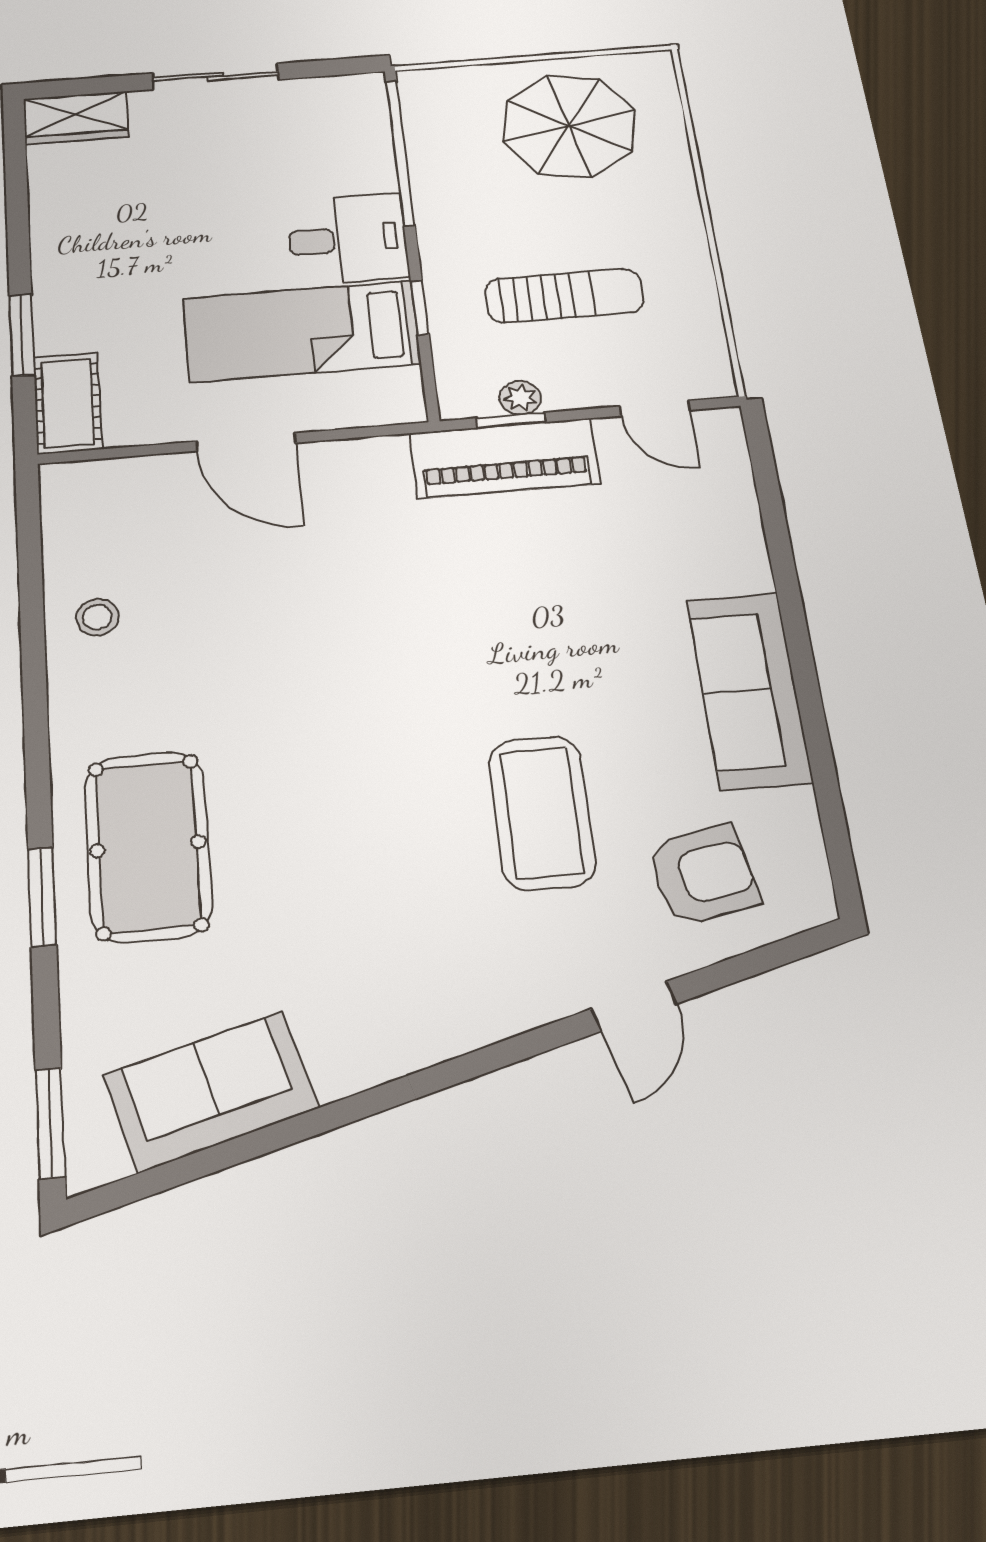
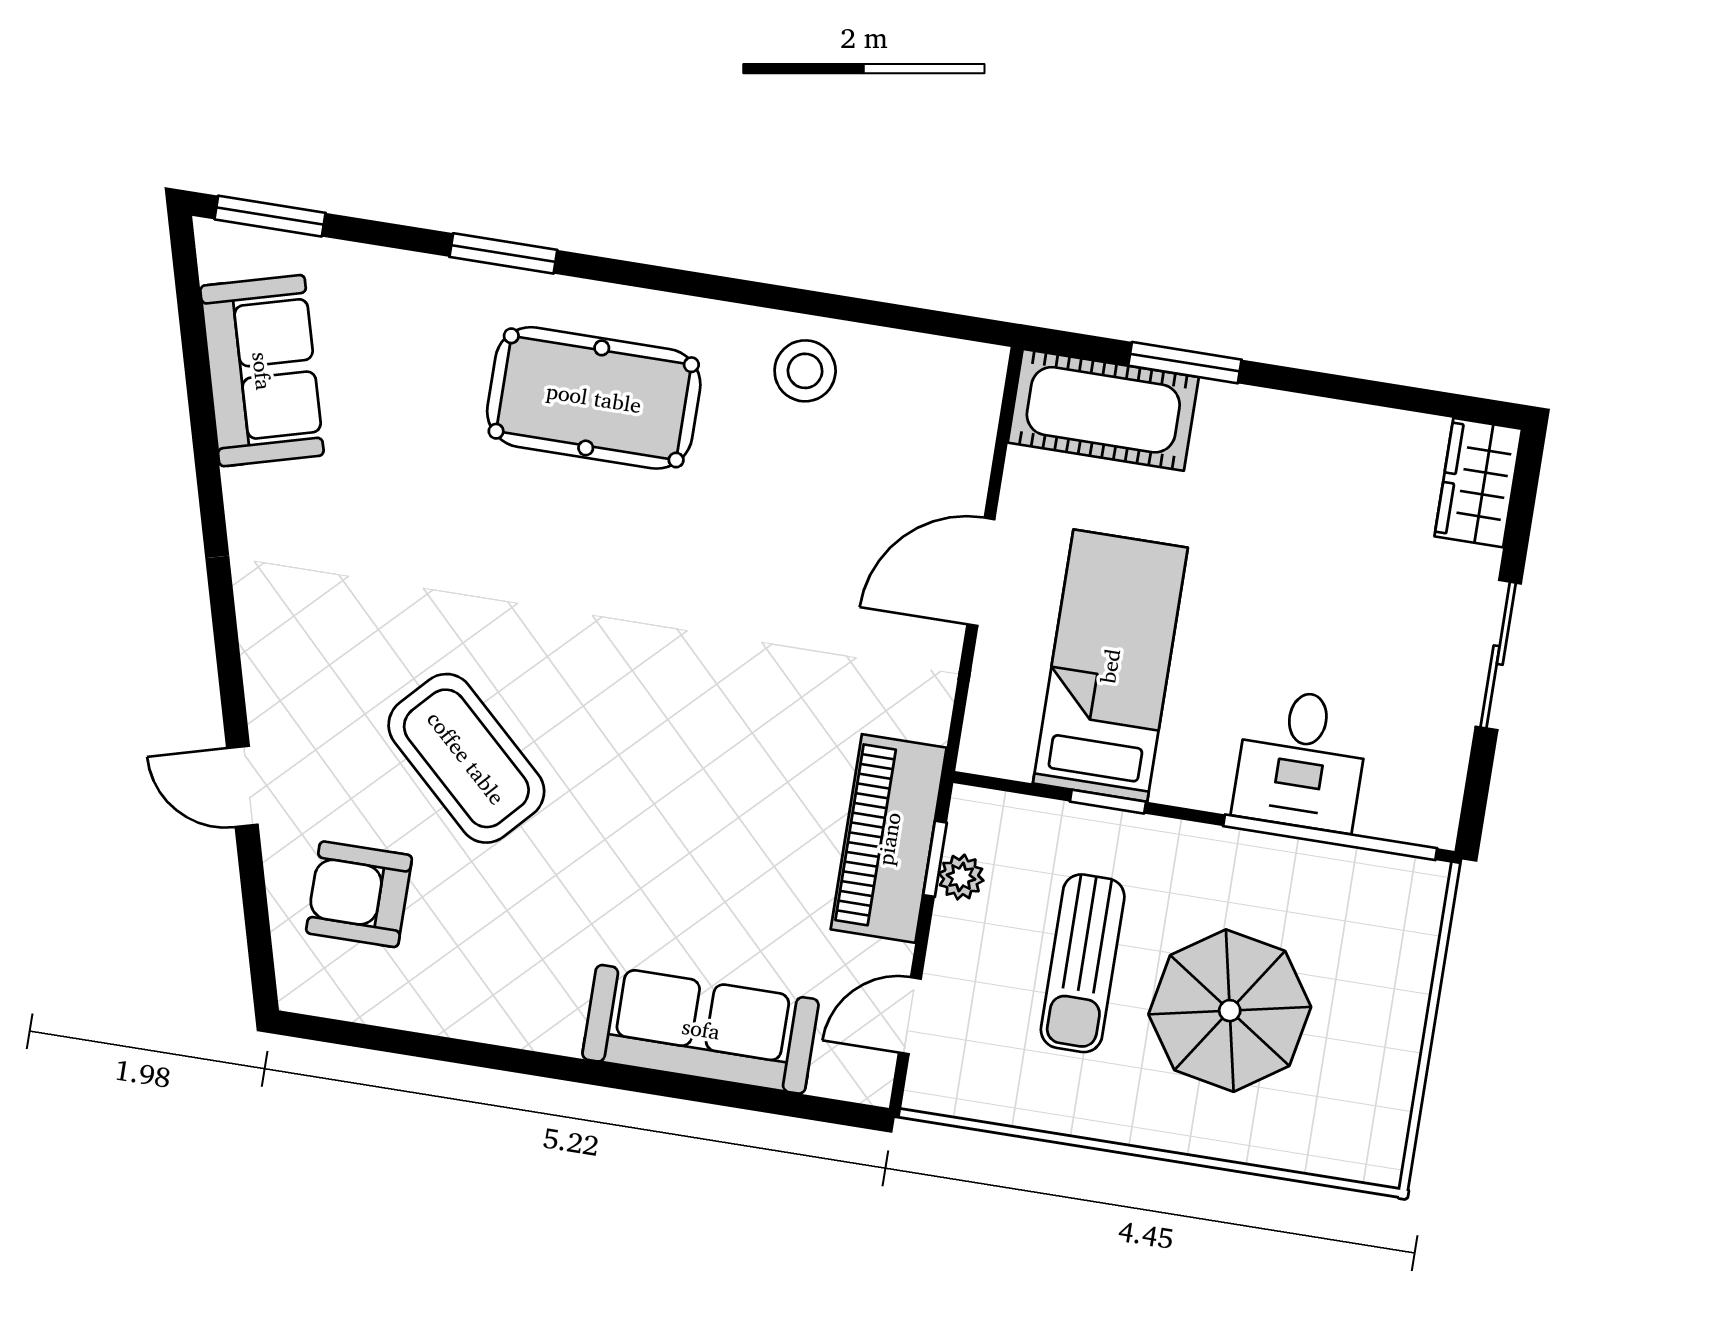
parasol: (569, 126) -> (1230, 1011), moved
desk: (348, 239) -> (1301, 760), moved
cot: (68, 403) -> (1103, 410), width x1.37, depth x1.34
stool: (97, 617) -> (805, 371), width x1.37, depth x1.37
sofa: (749, 690) -> (701, 1029), moved
coffee table: (542, 813) -> (466, 758), turned 43
pool table: (148, 846) -> (594, 398), moved
armchair: (703, 875) -> (359, 894), turned 101

